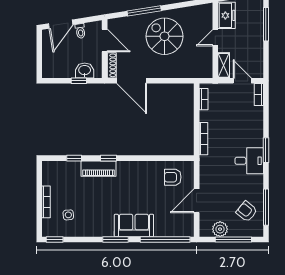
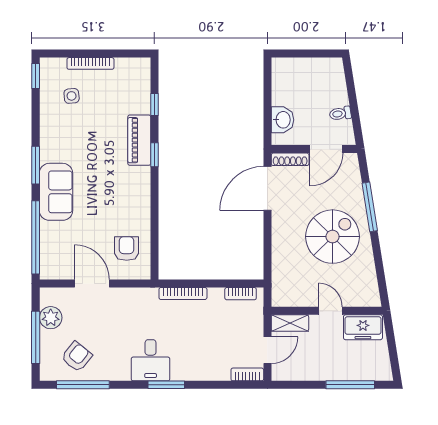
door: (61, 24) -> (350, 85), removed
window: (79, 81) -> (267, 111), removed

